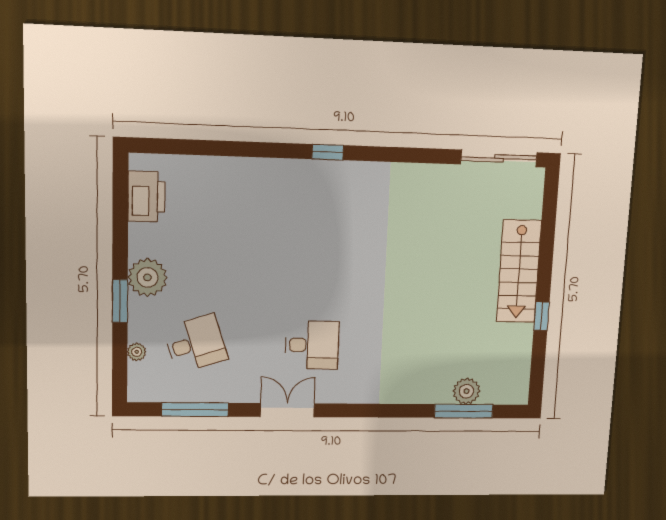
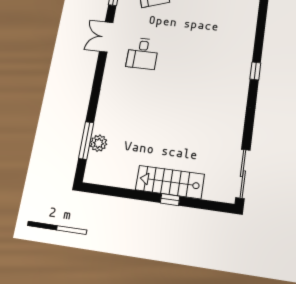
window: (541, 316) -> (170, 200), moved
double door: (287, 410) -> (106, 37), swing flipped

